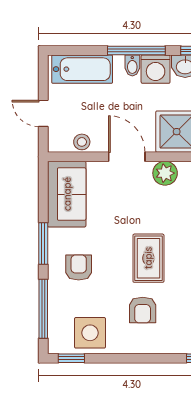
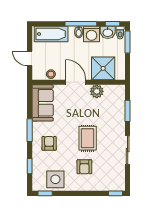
window: (43, 309) -> (30, 166), width x0.46

